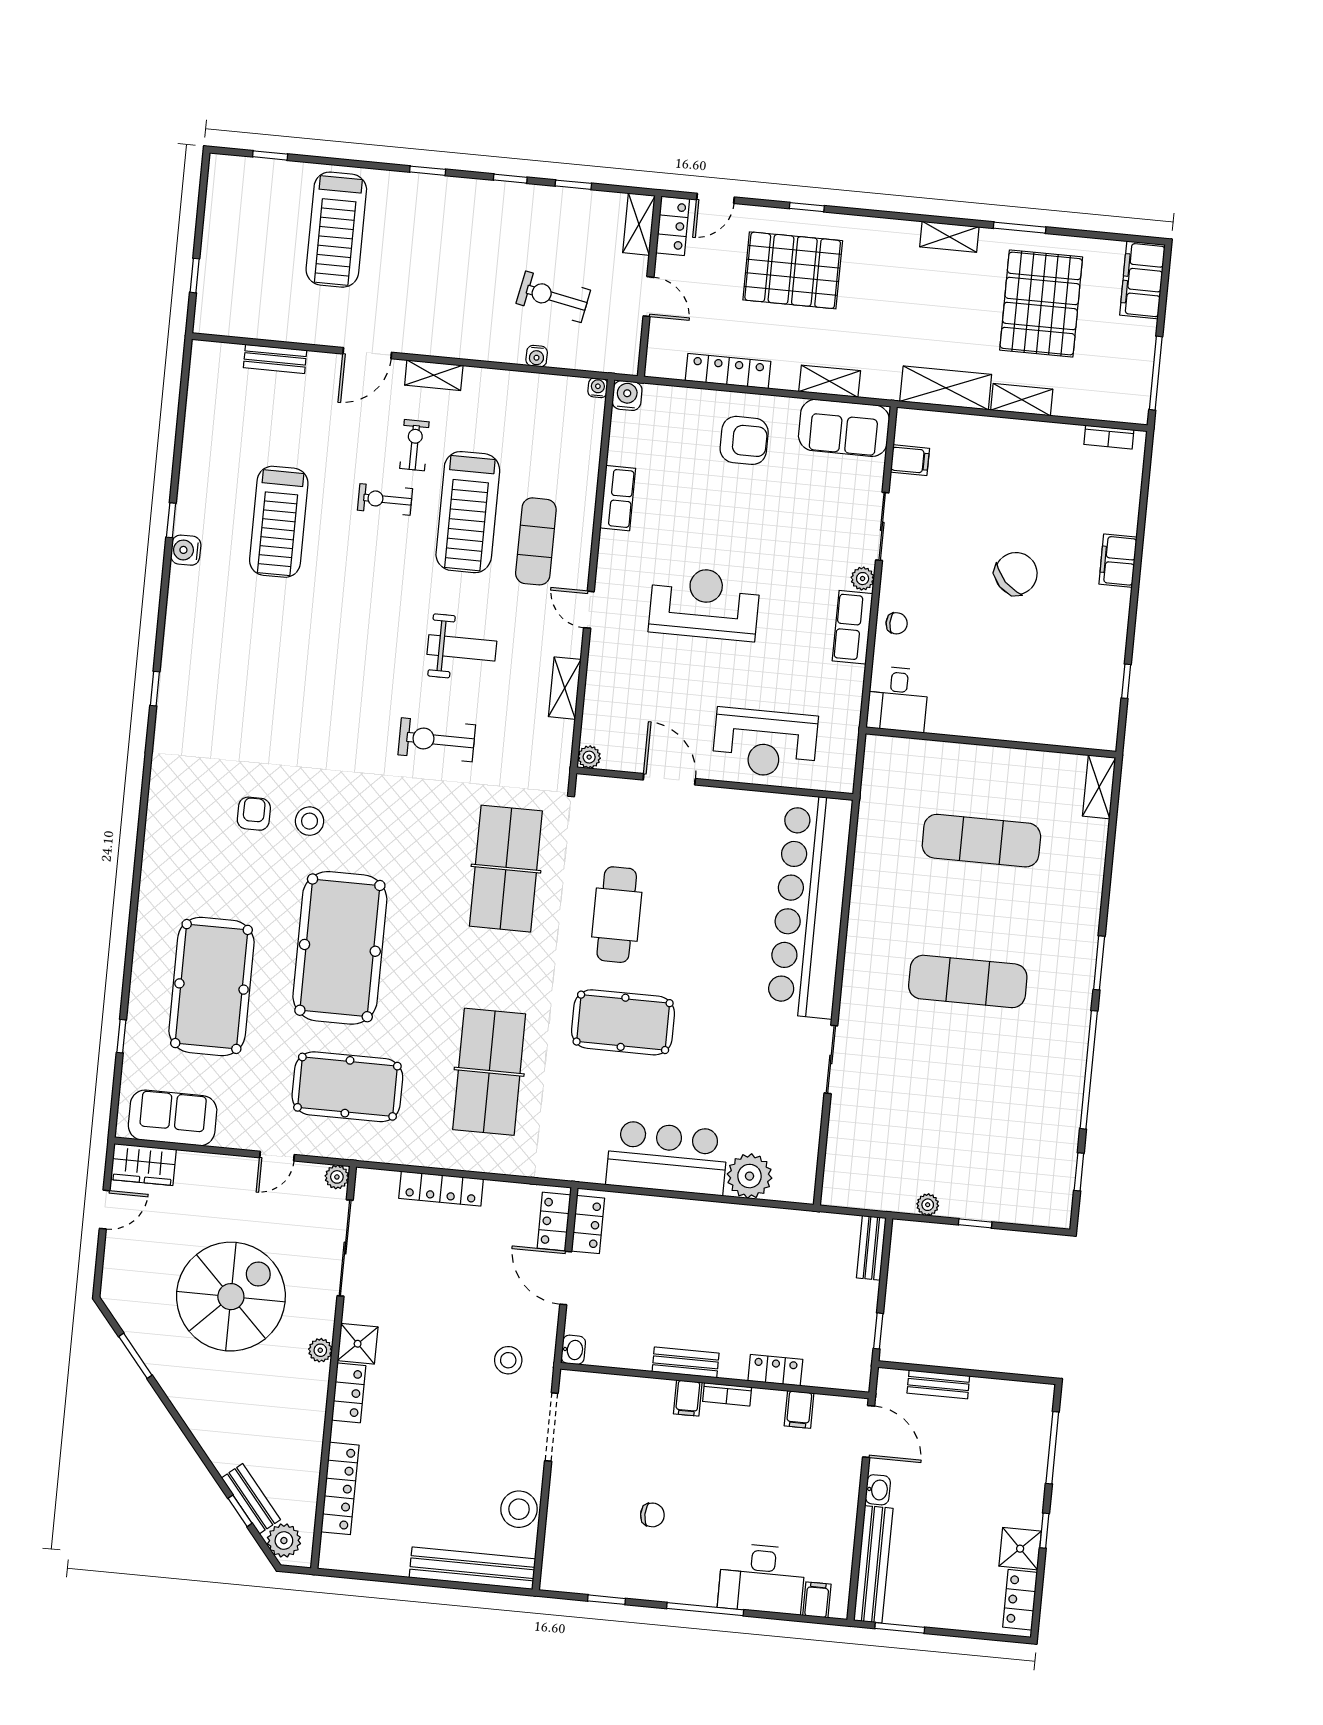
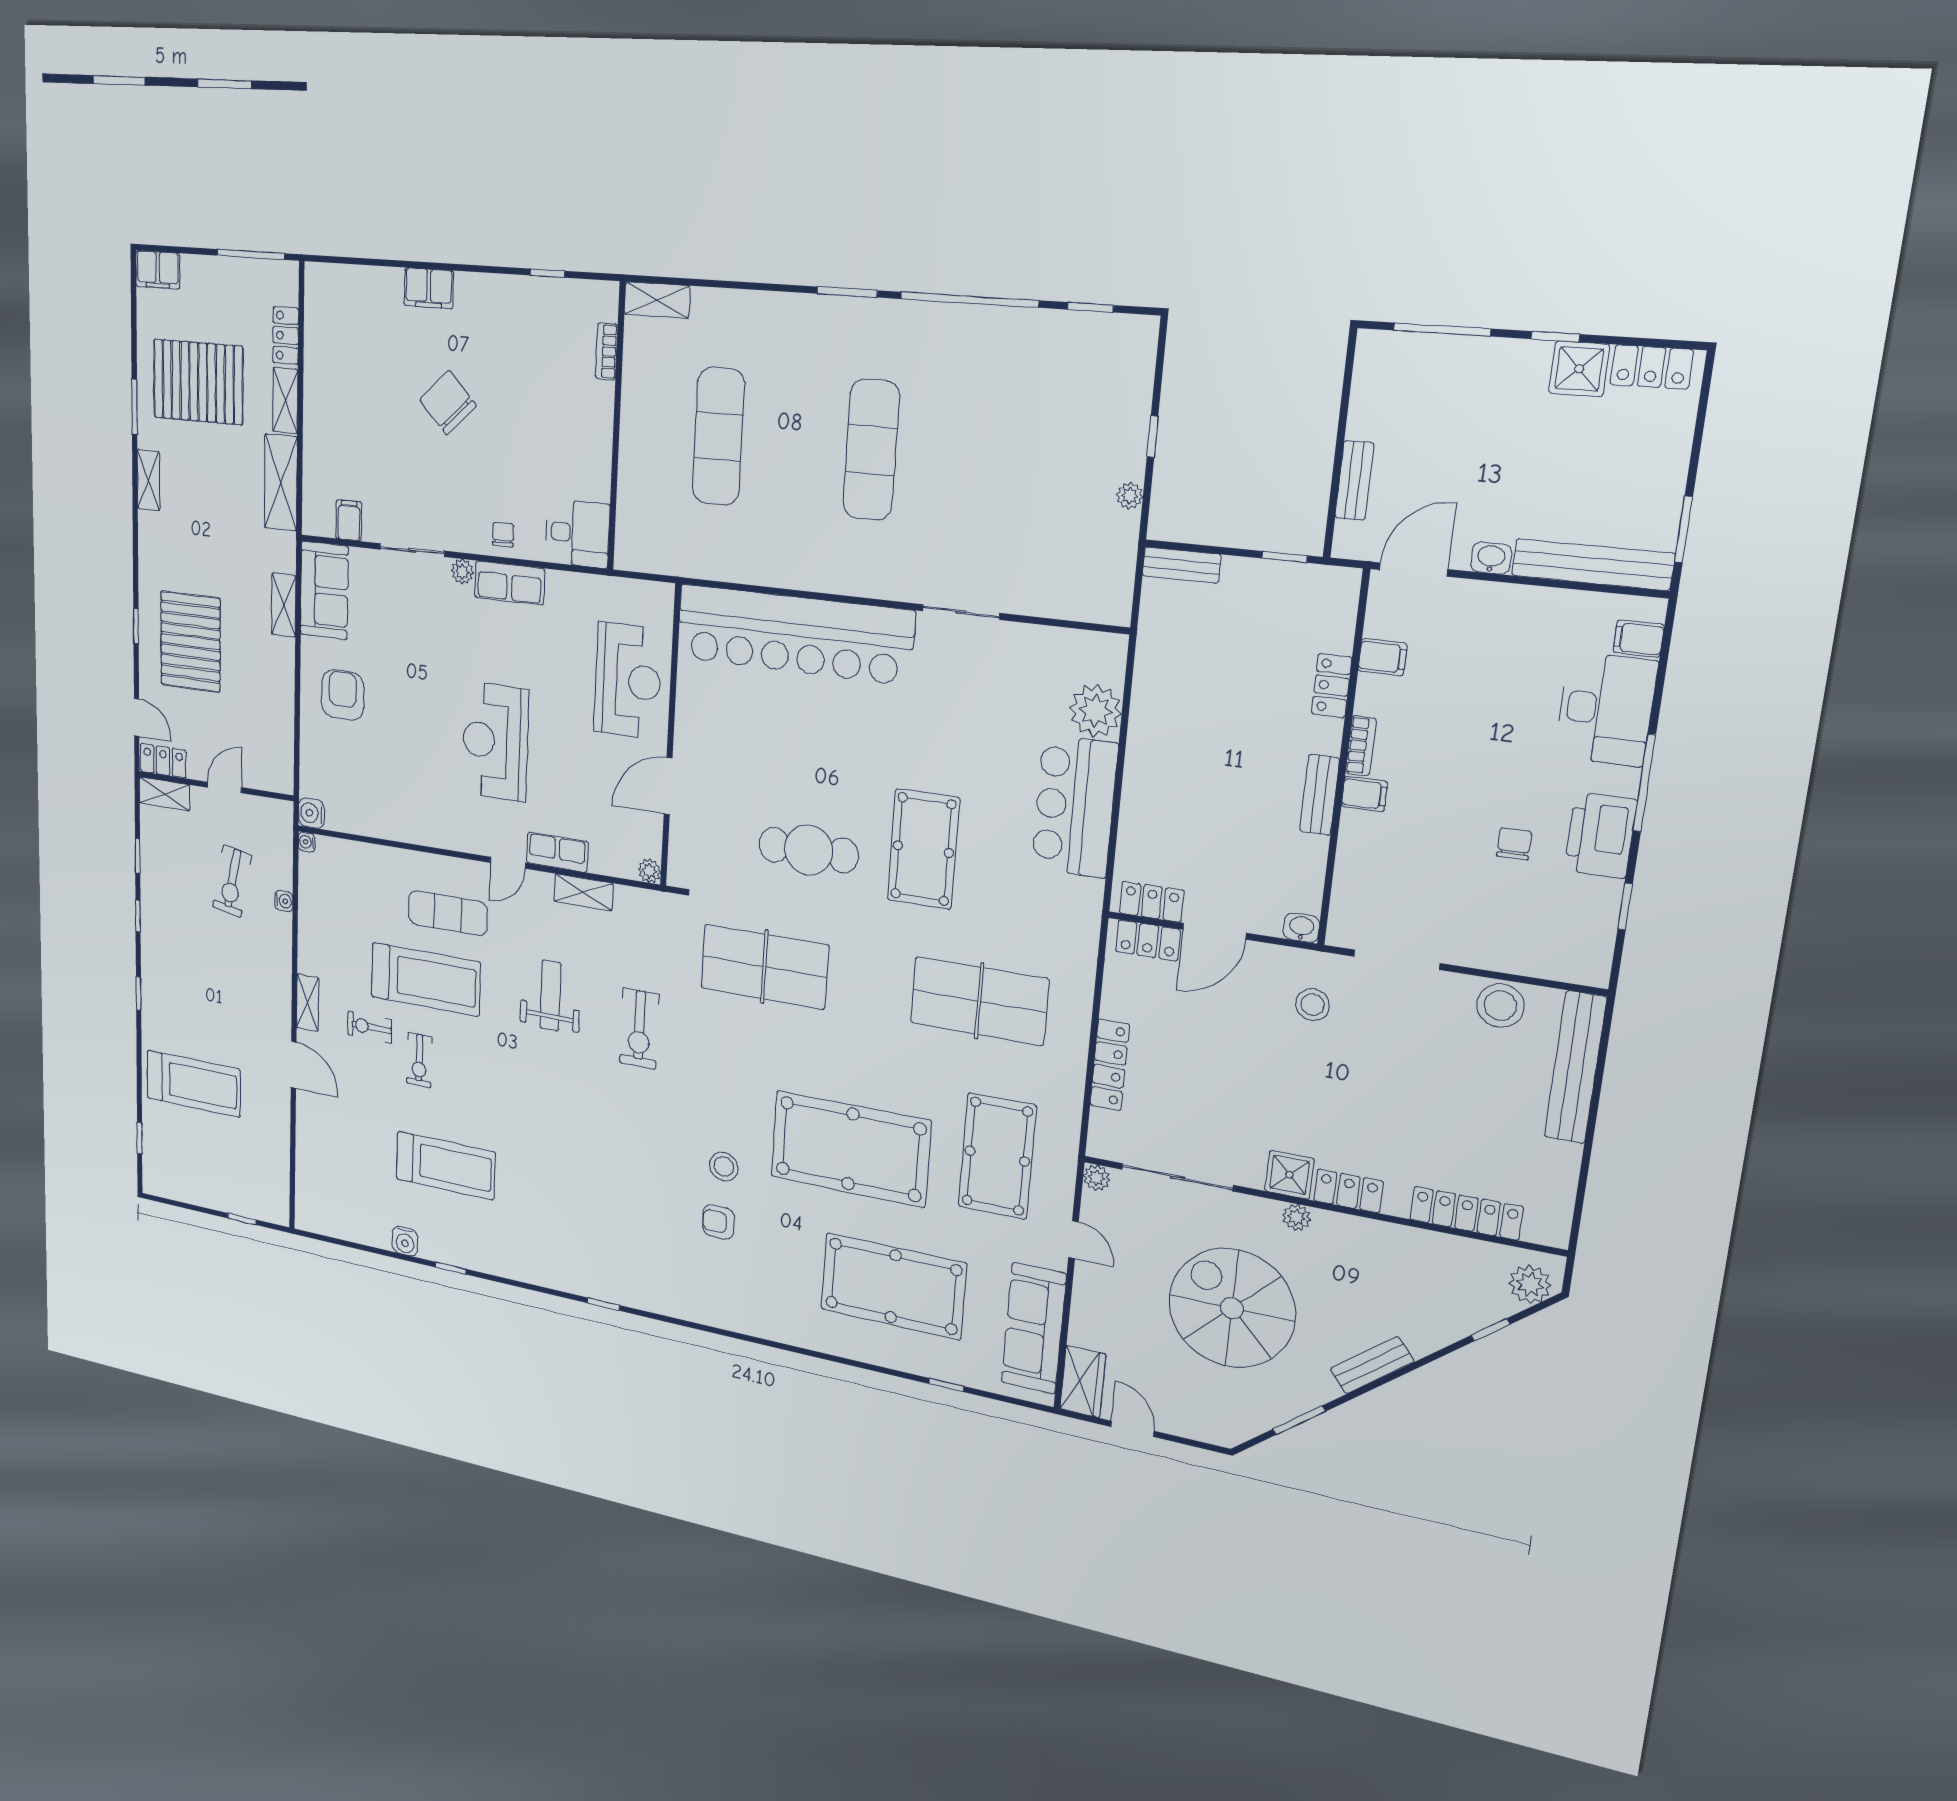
filing cabinet: (1142, 280) -> (158, 270), width x0.67, depth x0.86
bench: (275, 359) -> (305, 1153), removed
locker: (728, 371) -> (286, 336), moved, width x0.66
bookcase: (1109, 437) -> (607, 351), moved, turned 180
row of seats: (618, 498) -> (557, 852), moved
water cooler: (186, 550) -> (405, 1241), moved
sofa: (173, 1118) -> (1034, 1328), width x1.36
bench: (251, 1499) -> (1372, 1365), moved
printer: (662, 1579) -> (1600, 835), added

